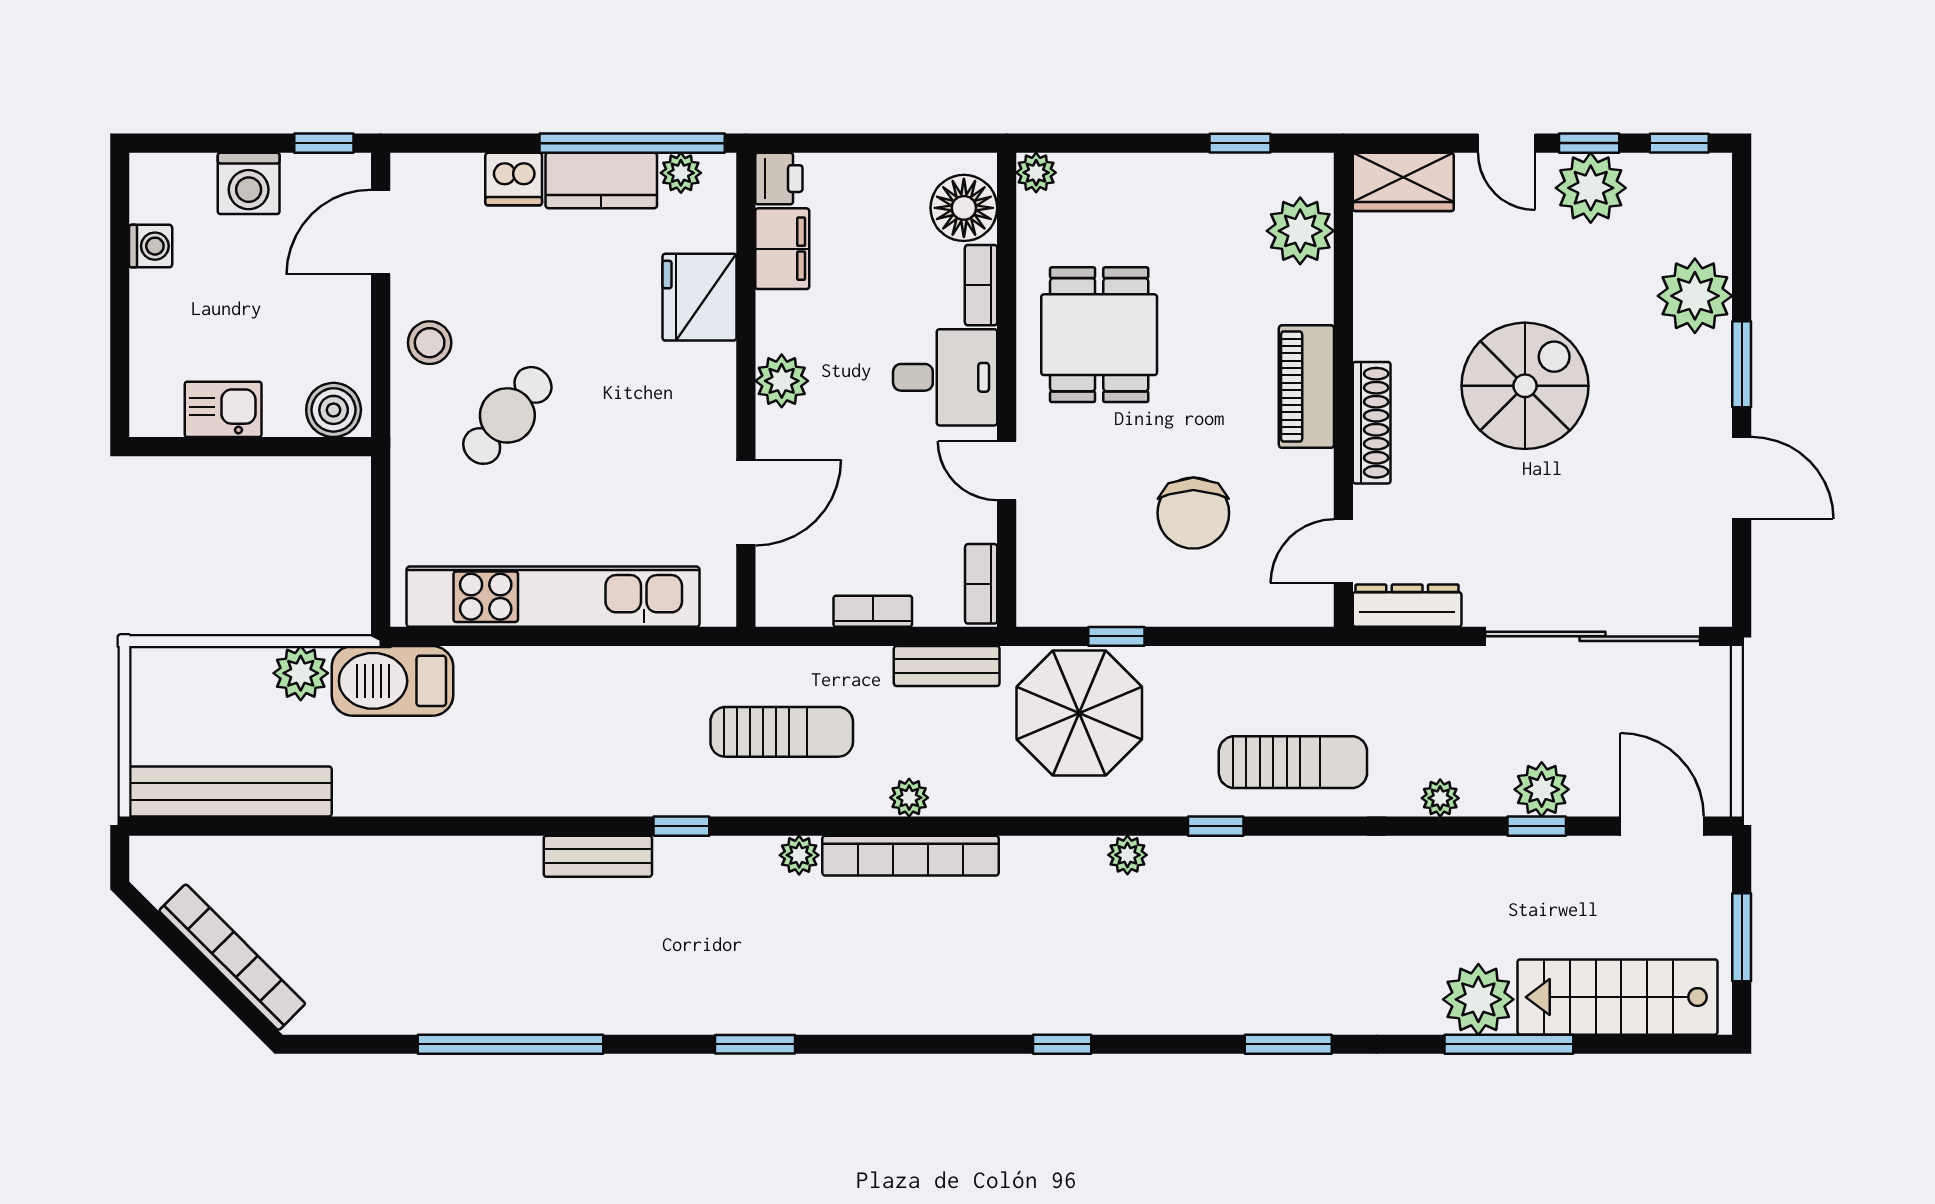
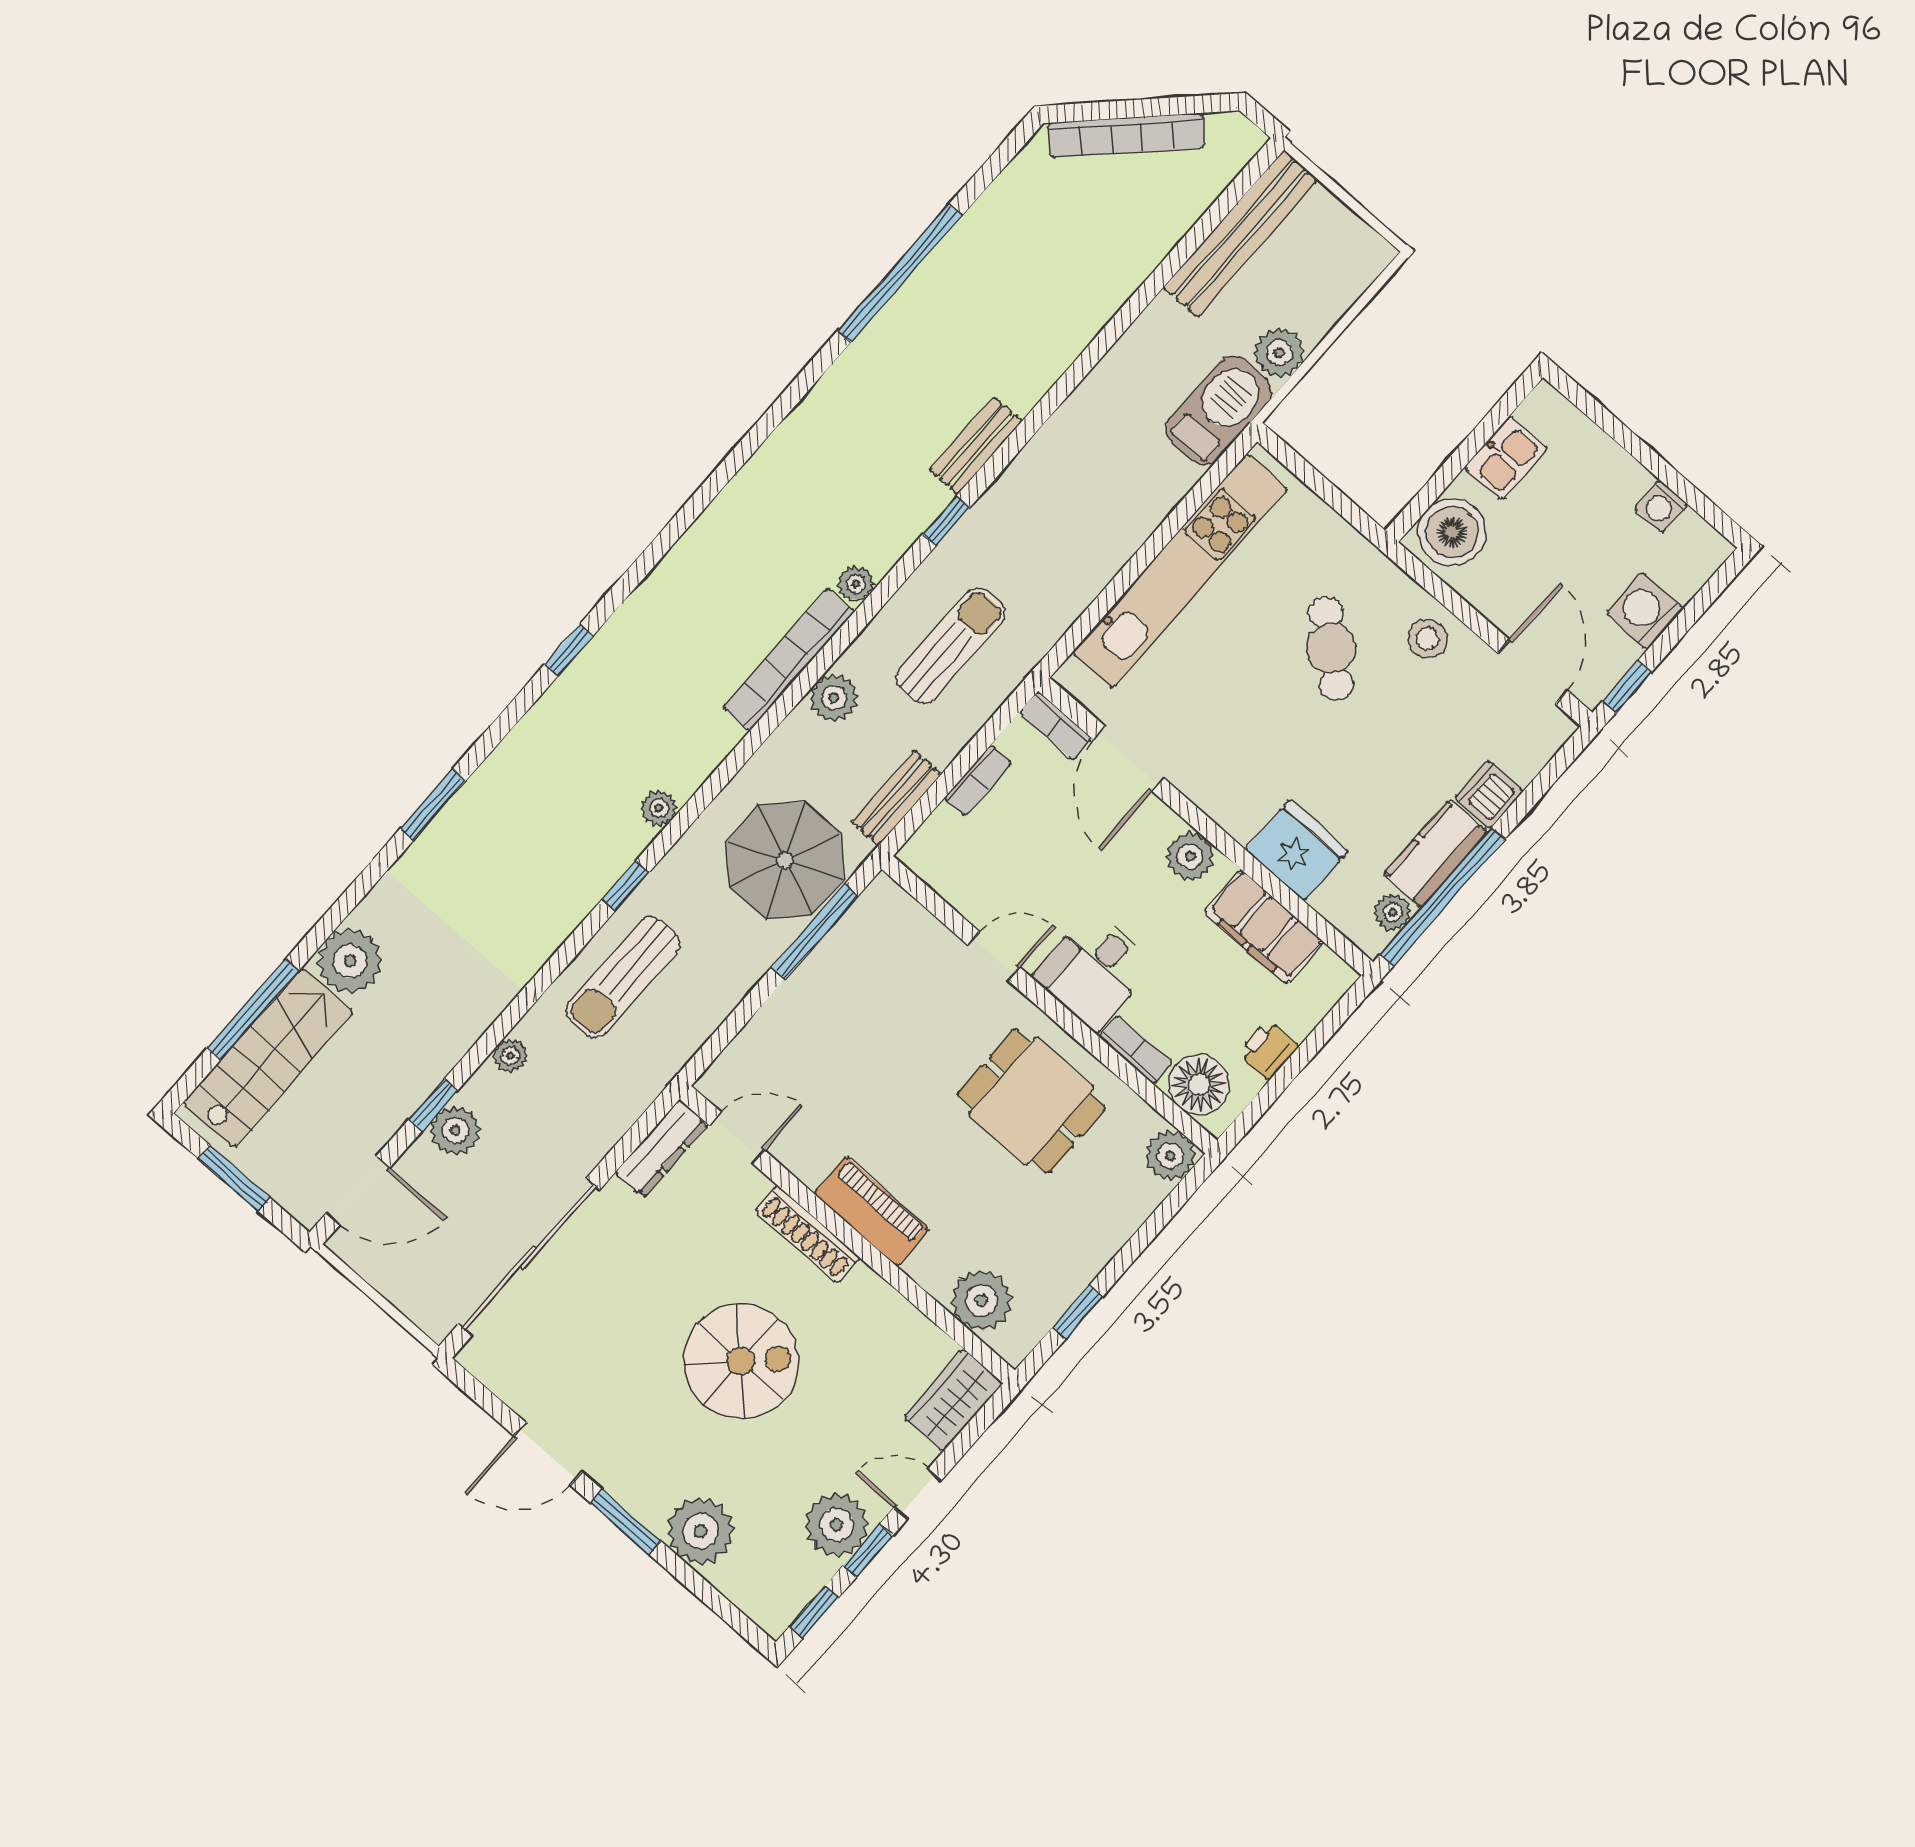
plant: (1036, 173) -> (1170, 1156), width x1.38, depth x1.38
printer: (779, 179) -> (1268, 1050), moved, turned 90
filing cabinet: (782, 249) -> (1264, 927), width x1.50, depth x1.17
spiral stairs: (1525, 386) -> (741, 1361), turned -90
boiler: (334, 410) -> (1452, 532), width x1.37, depth x1.37
chair: (1193, 513) -> (853, 1058), removed
door: (1343, 551) -> (737, 1138), hinge flipped
bookcase: (981, 584) -> (1056, 726), moved, turned 180
window: (1116, 636) -> (815, 932), width x2.17
sun lounger: (782, 732) -> (950, 646), turned 180
plant: (909, 798) -> (834, 698), width x1.38, depth x1.38
window: (755, 1044) -> (753, 440), removed
window: (1509, 1044) -> (253, 1010), moved

